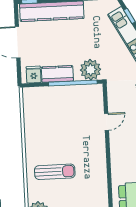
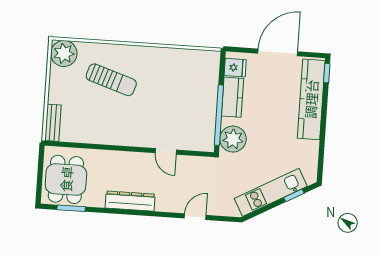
sun lounger: (55, 172) -> (111, 80), turned -72

